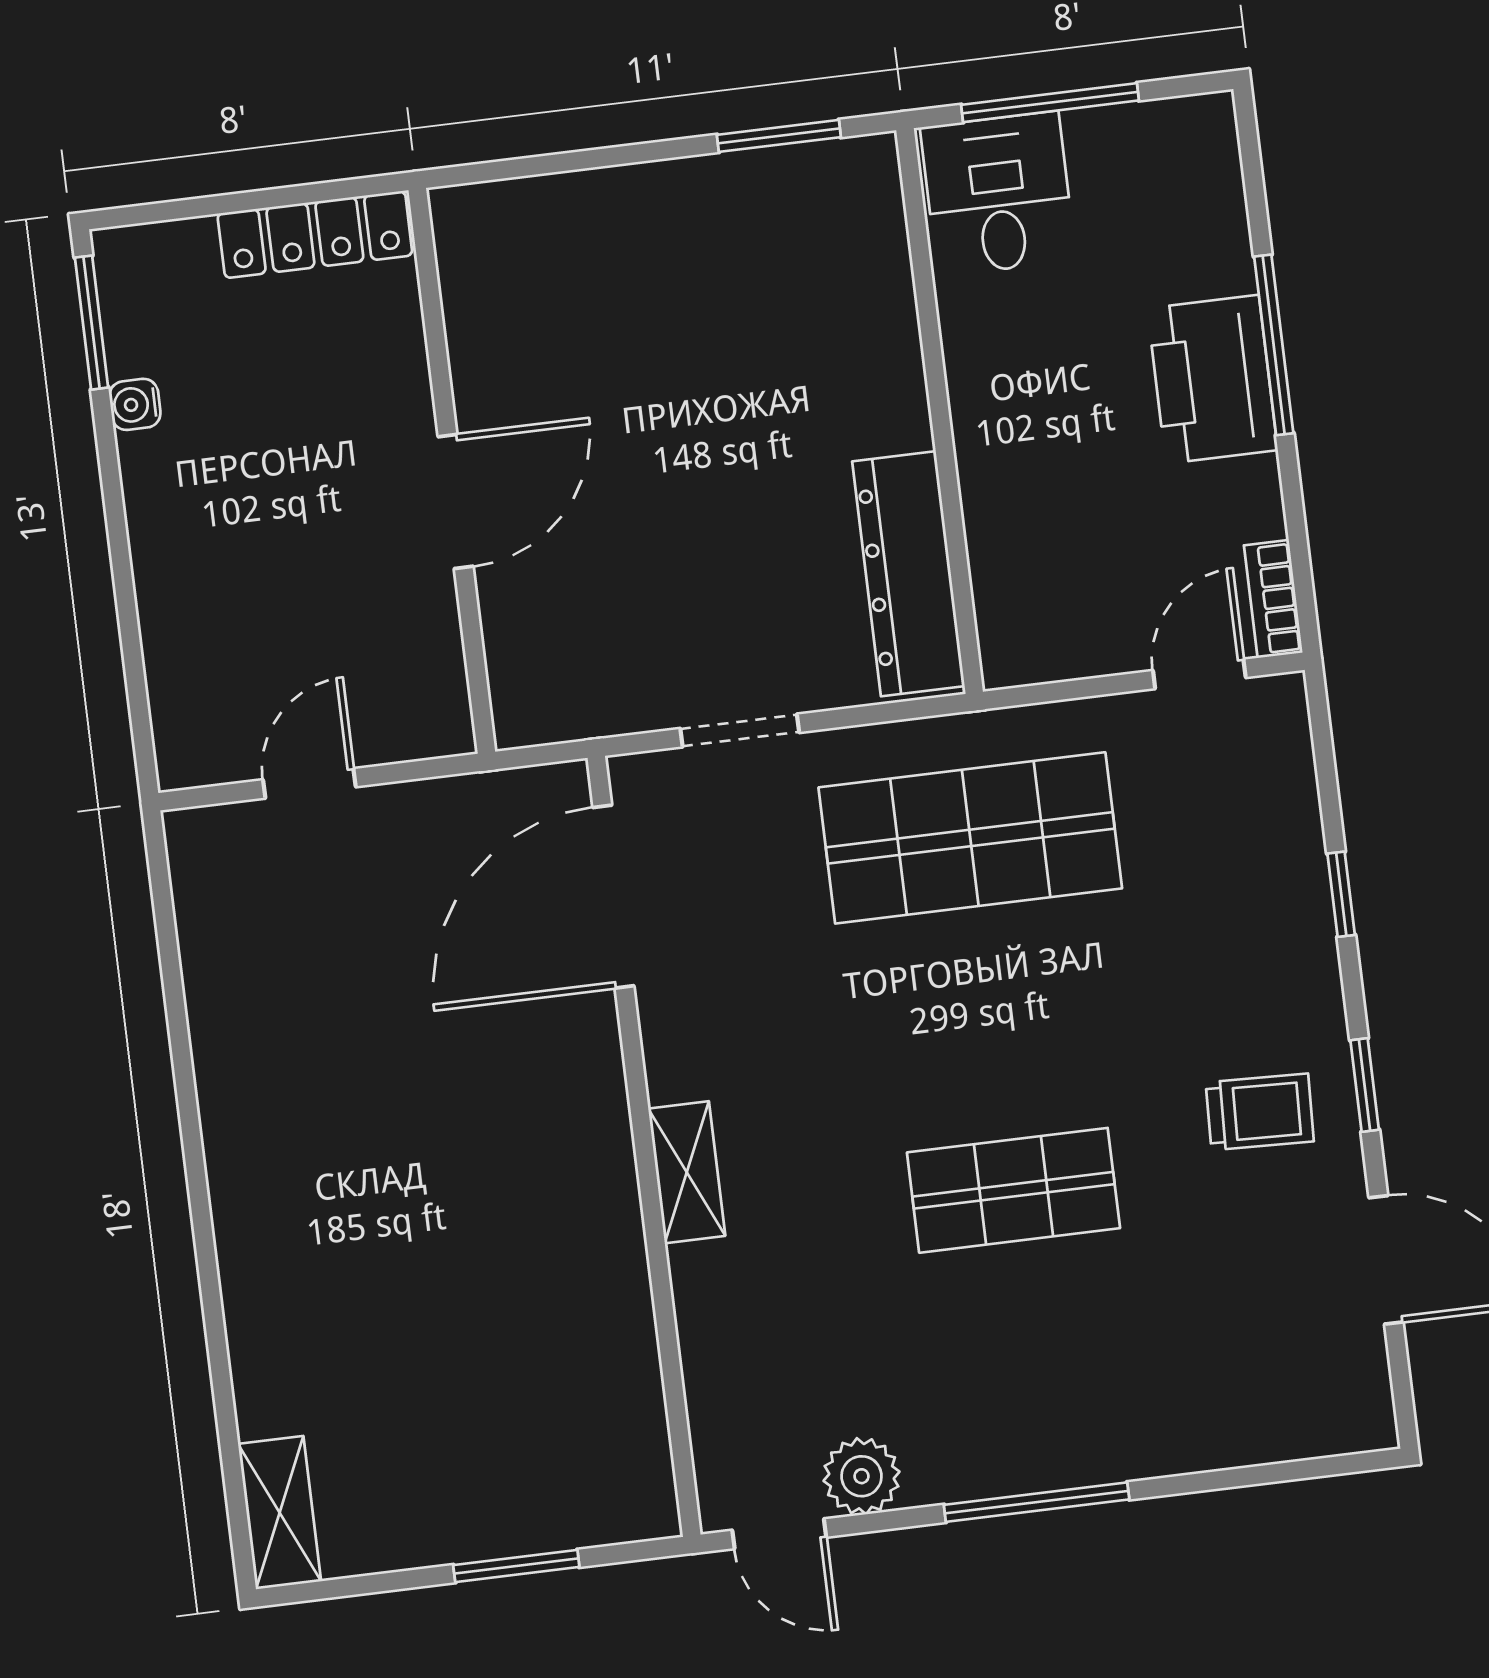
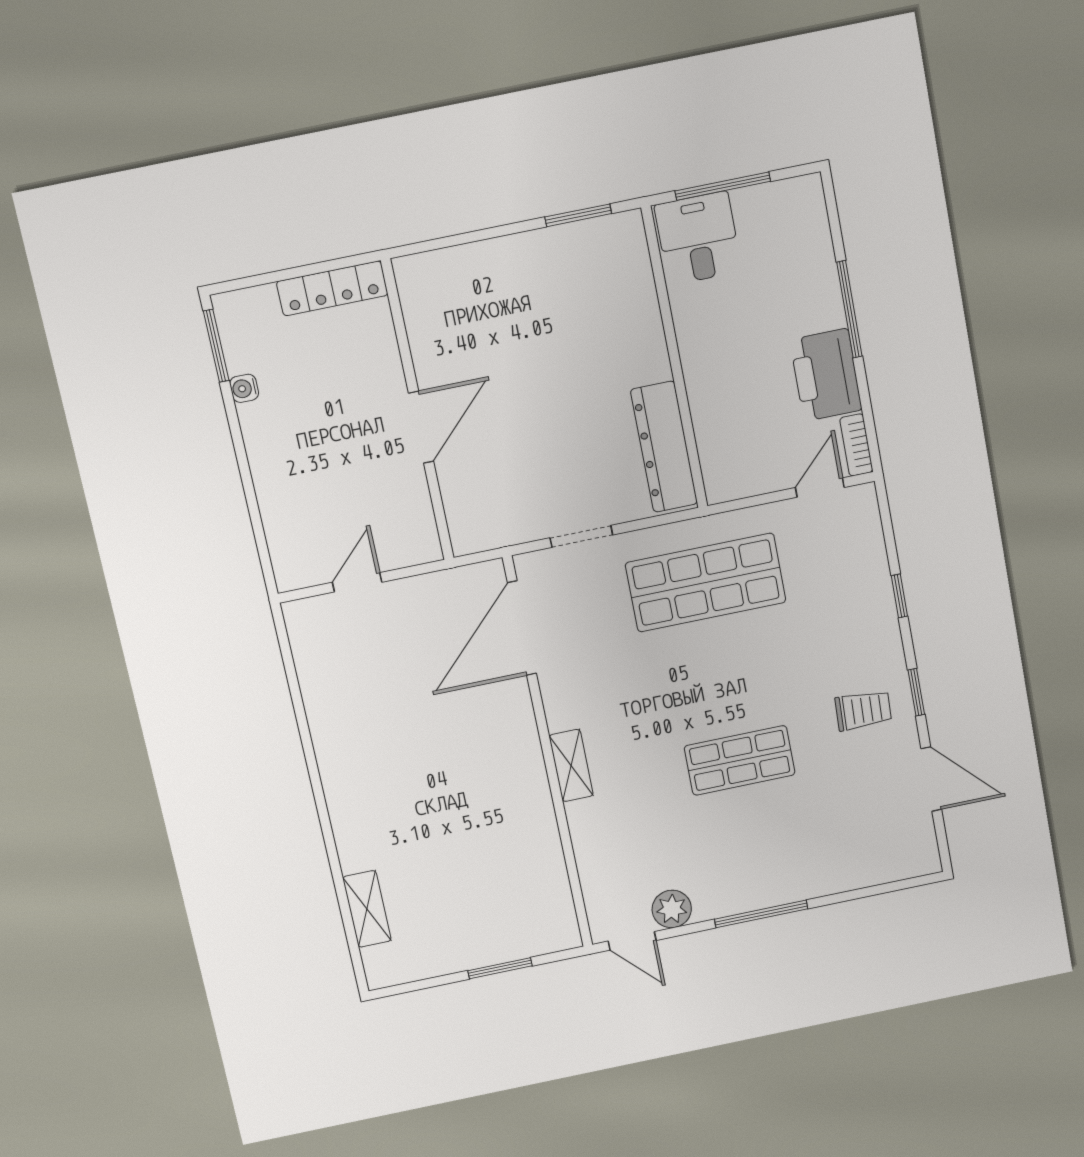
printer: (1212, 379) -> (826, 375), moved
shelving: (280, 1513) -> (367, 909), moved

